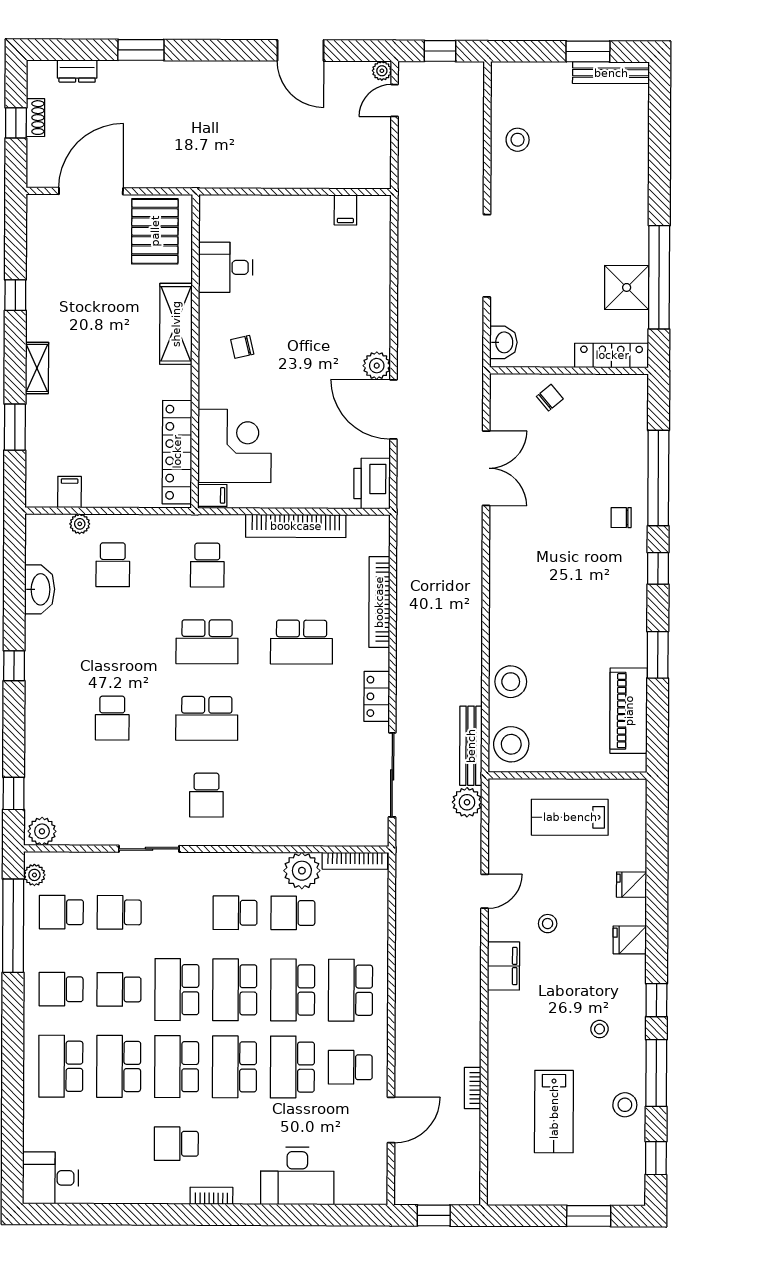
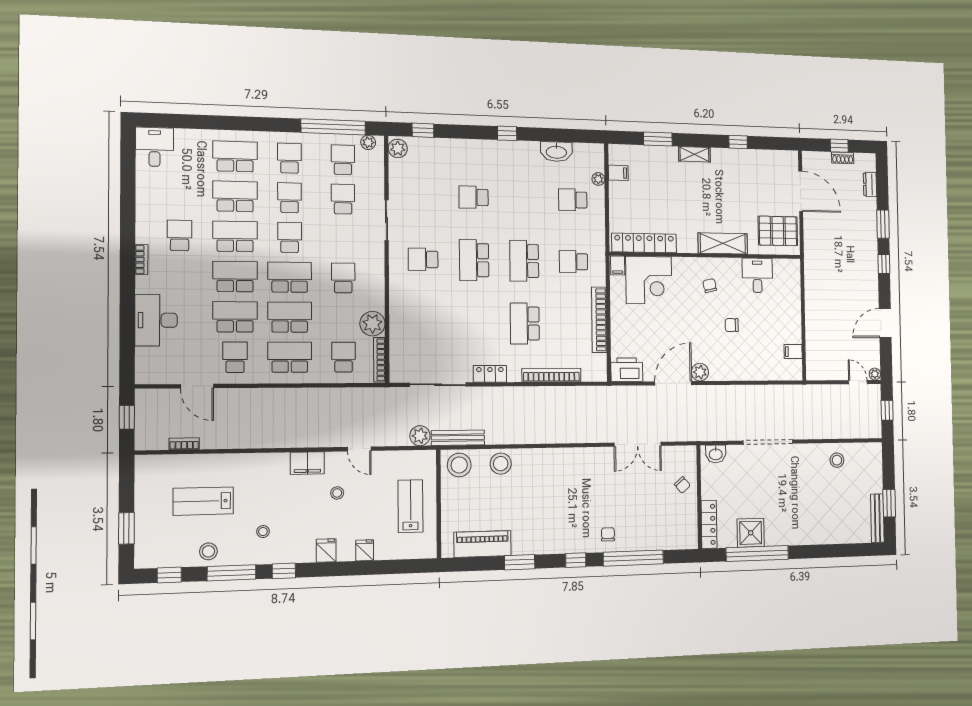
window: (205, 50) -> (884, 264), added
chair: (304, 312) -> (732, 325), added
school desk: (293, 913) -> (344, 357), moved
school desk: (177, 990) -> (290, 237), width x0.54
bookcase: (473, 1088) -> (184, 444), moved

